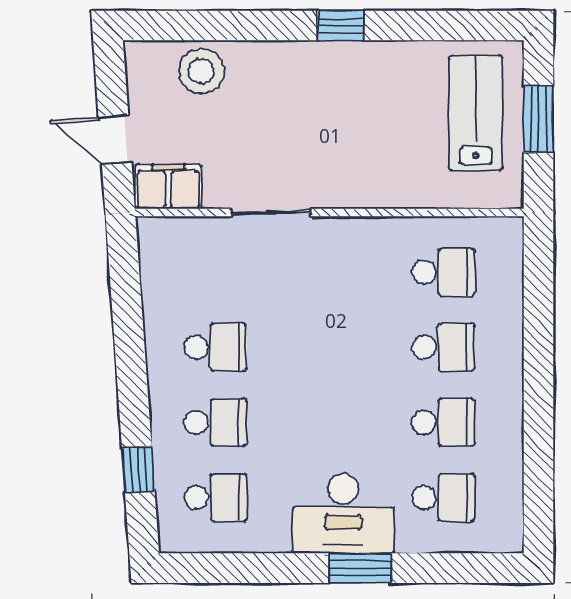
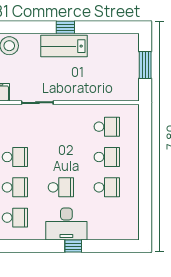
lab bench: (476, 113) -> (64, 46), moved, turned -90
school desk: (443, 498) -> (61, 187), moved
window: (360, 568) -> (73, 246), width x0.67

